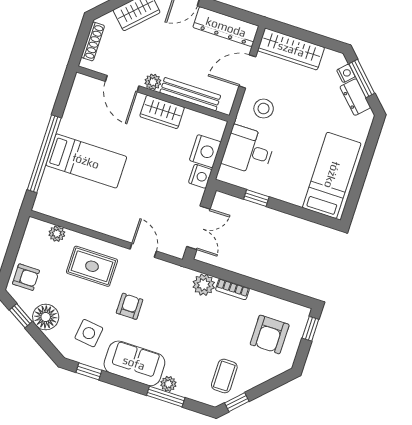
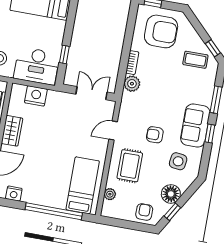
desk: (248, 150) -> (37, 66), width x1.37
bed: (86, 161) -> (83, 185), moved
nightstand: (200, 176) -> (14, 194), moved, turned 180
armchair: (270, 334) -> (161, 31), width x1.36, depth x1.36
window: (89, 371) -> (210, 133), moved
plant: (168, 384) -> (207, 99), removed

